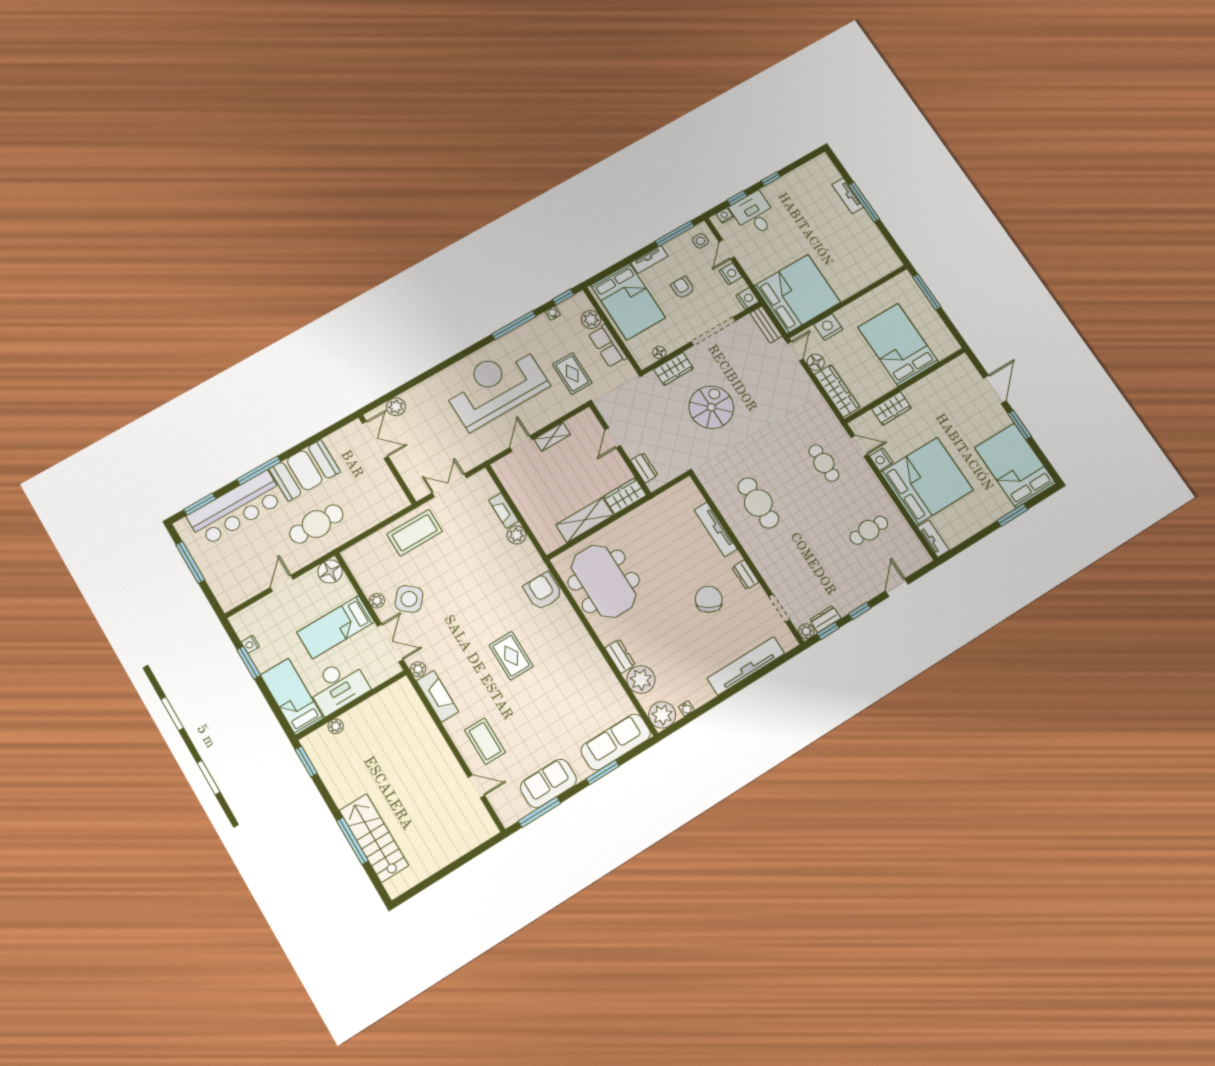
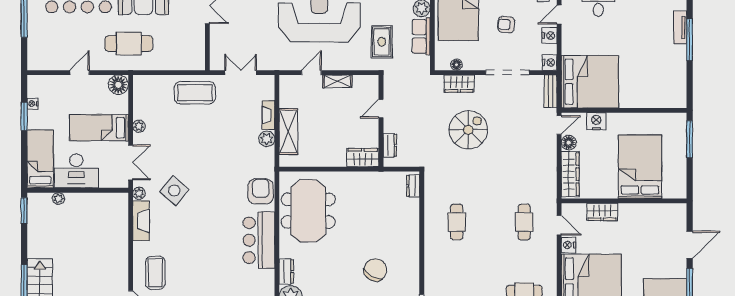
armchair: (683, 288) -> (506, 25), turned -85
cafe table: (758, 503) -> (457, 222), width x0.73, depth x0.74
shelving: (585, 520) -> (288, 132), moved, turned 90
tv unit: (716, 529) -> (413, 223), removed
dresser: (745, 575) -> (413, 186), moved
side table: (409, 599) -> (174, 191), moved
bar counter: (572, 642) -> (259, 240), added
rug: (511, 656) -> (210, 224), removed

